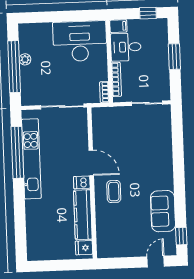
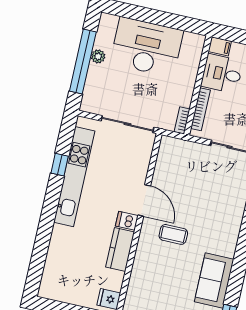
desk: (80, 41) -> (147, 47), moved
window: (17, 152) -> (60, 165), width x0.32
coffee table: (114, 192) -> (173, 234), moved, turned 90
kitchen counter: (83, 215) -> (120, 249), width x0.67

